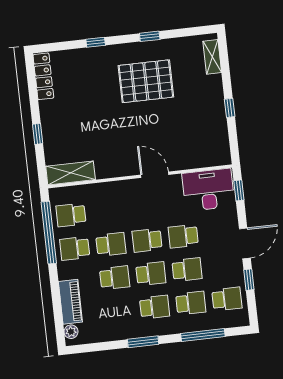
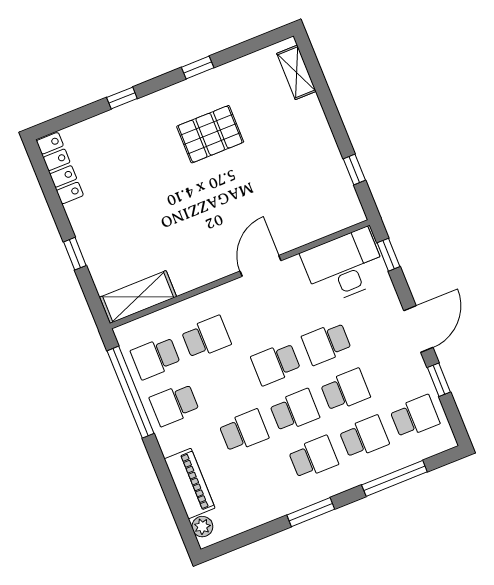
pallet: (146, 81) -> (210, 134), width x0.73, depth x0.71
window: (230, 108) -> (354, 170), moved
door: (155, 175) -> (261, 266), hinge flipped
school desk: (111, 244) -> (206, 337), moved

